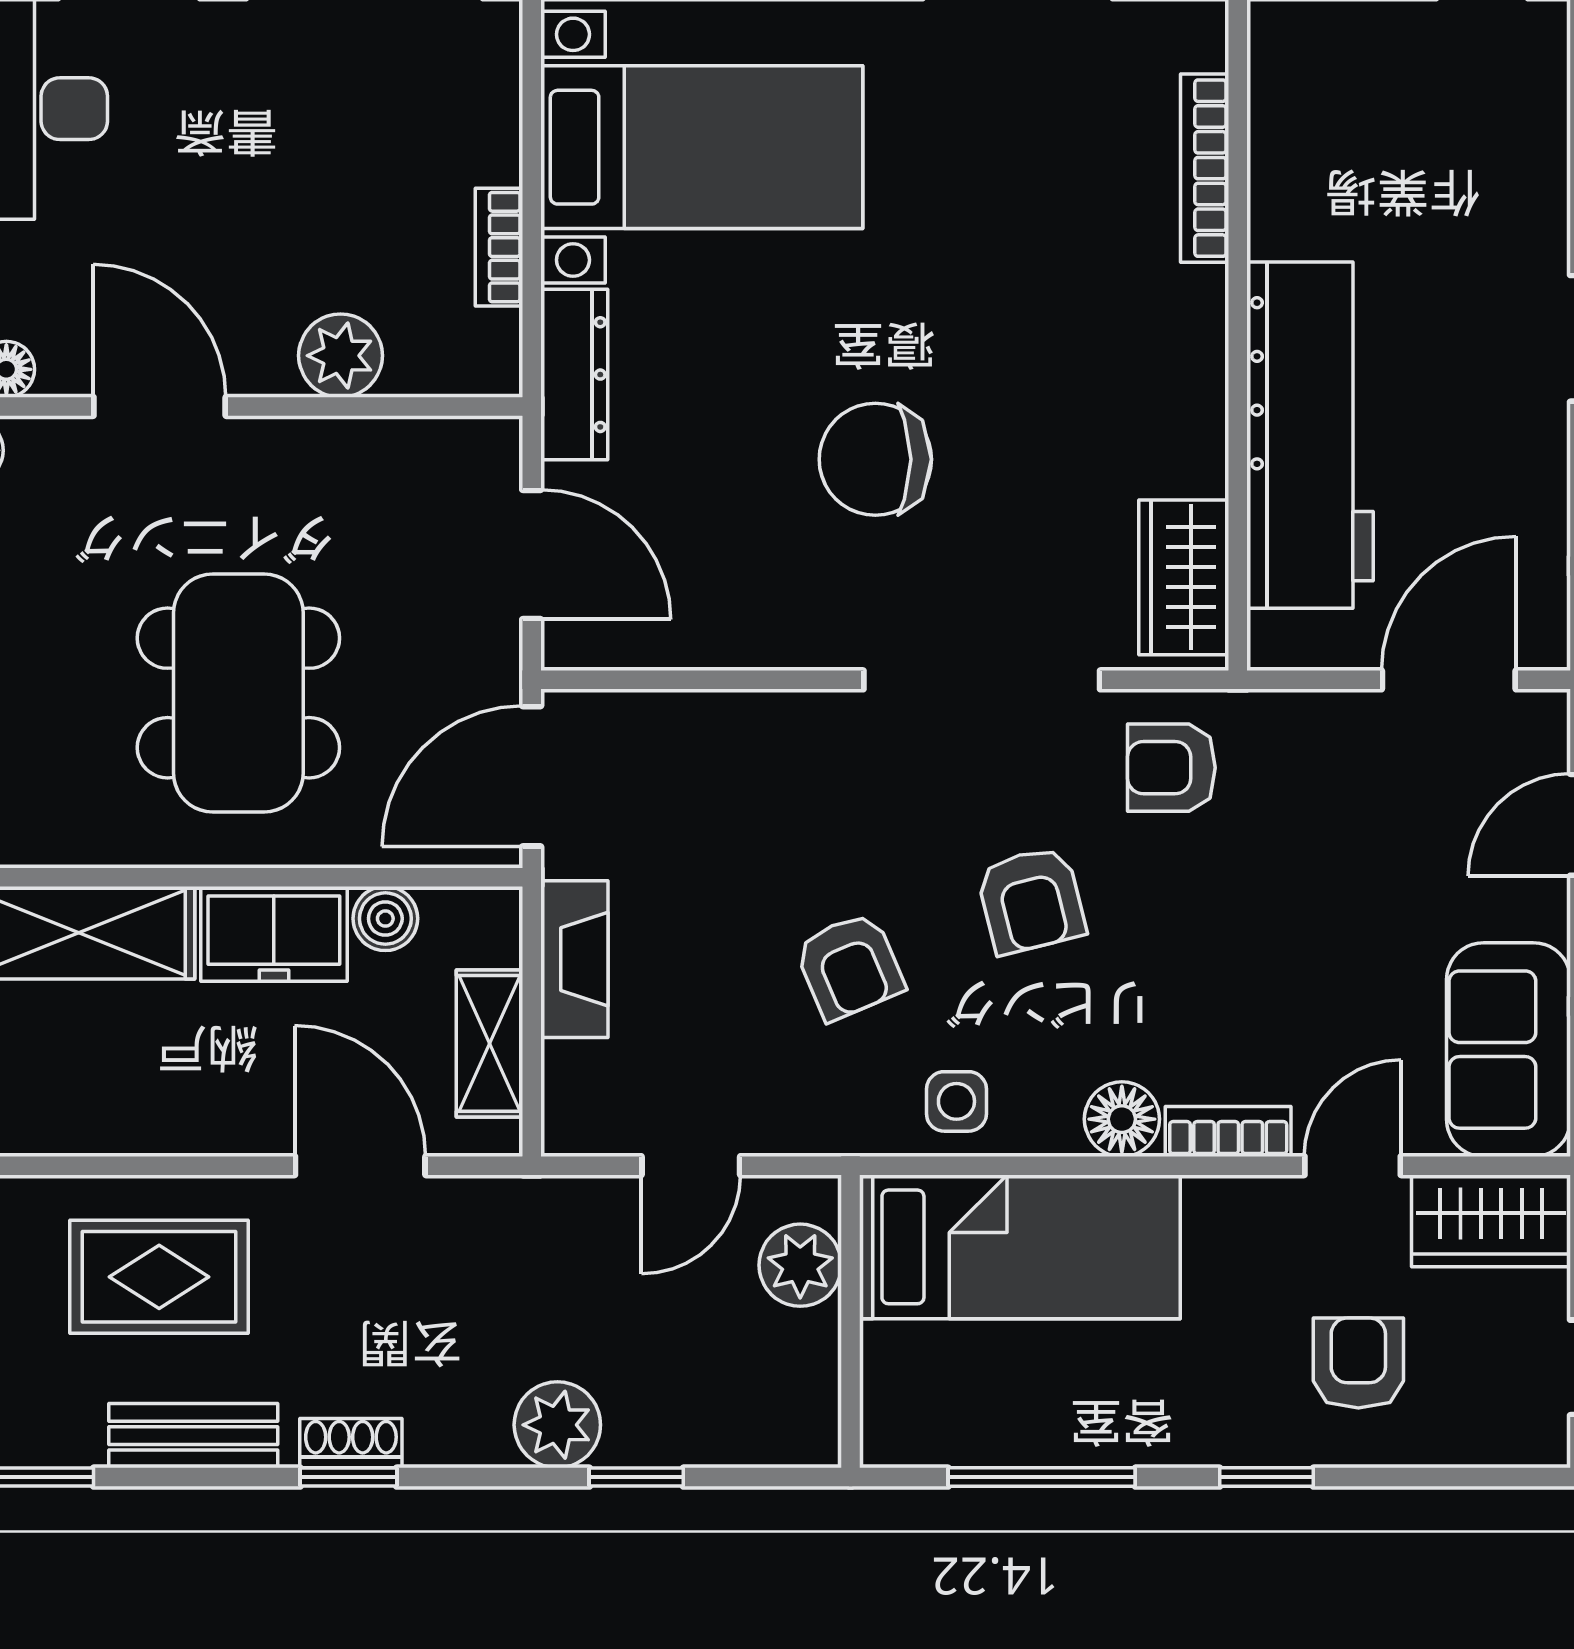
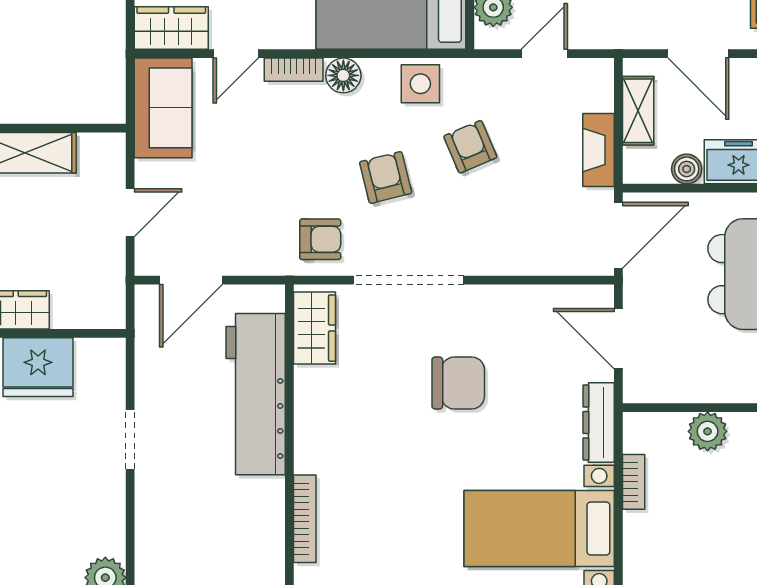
side table: (956, 1101) -> (420, 84), width x1.37, depth x1.37

